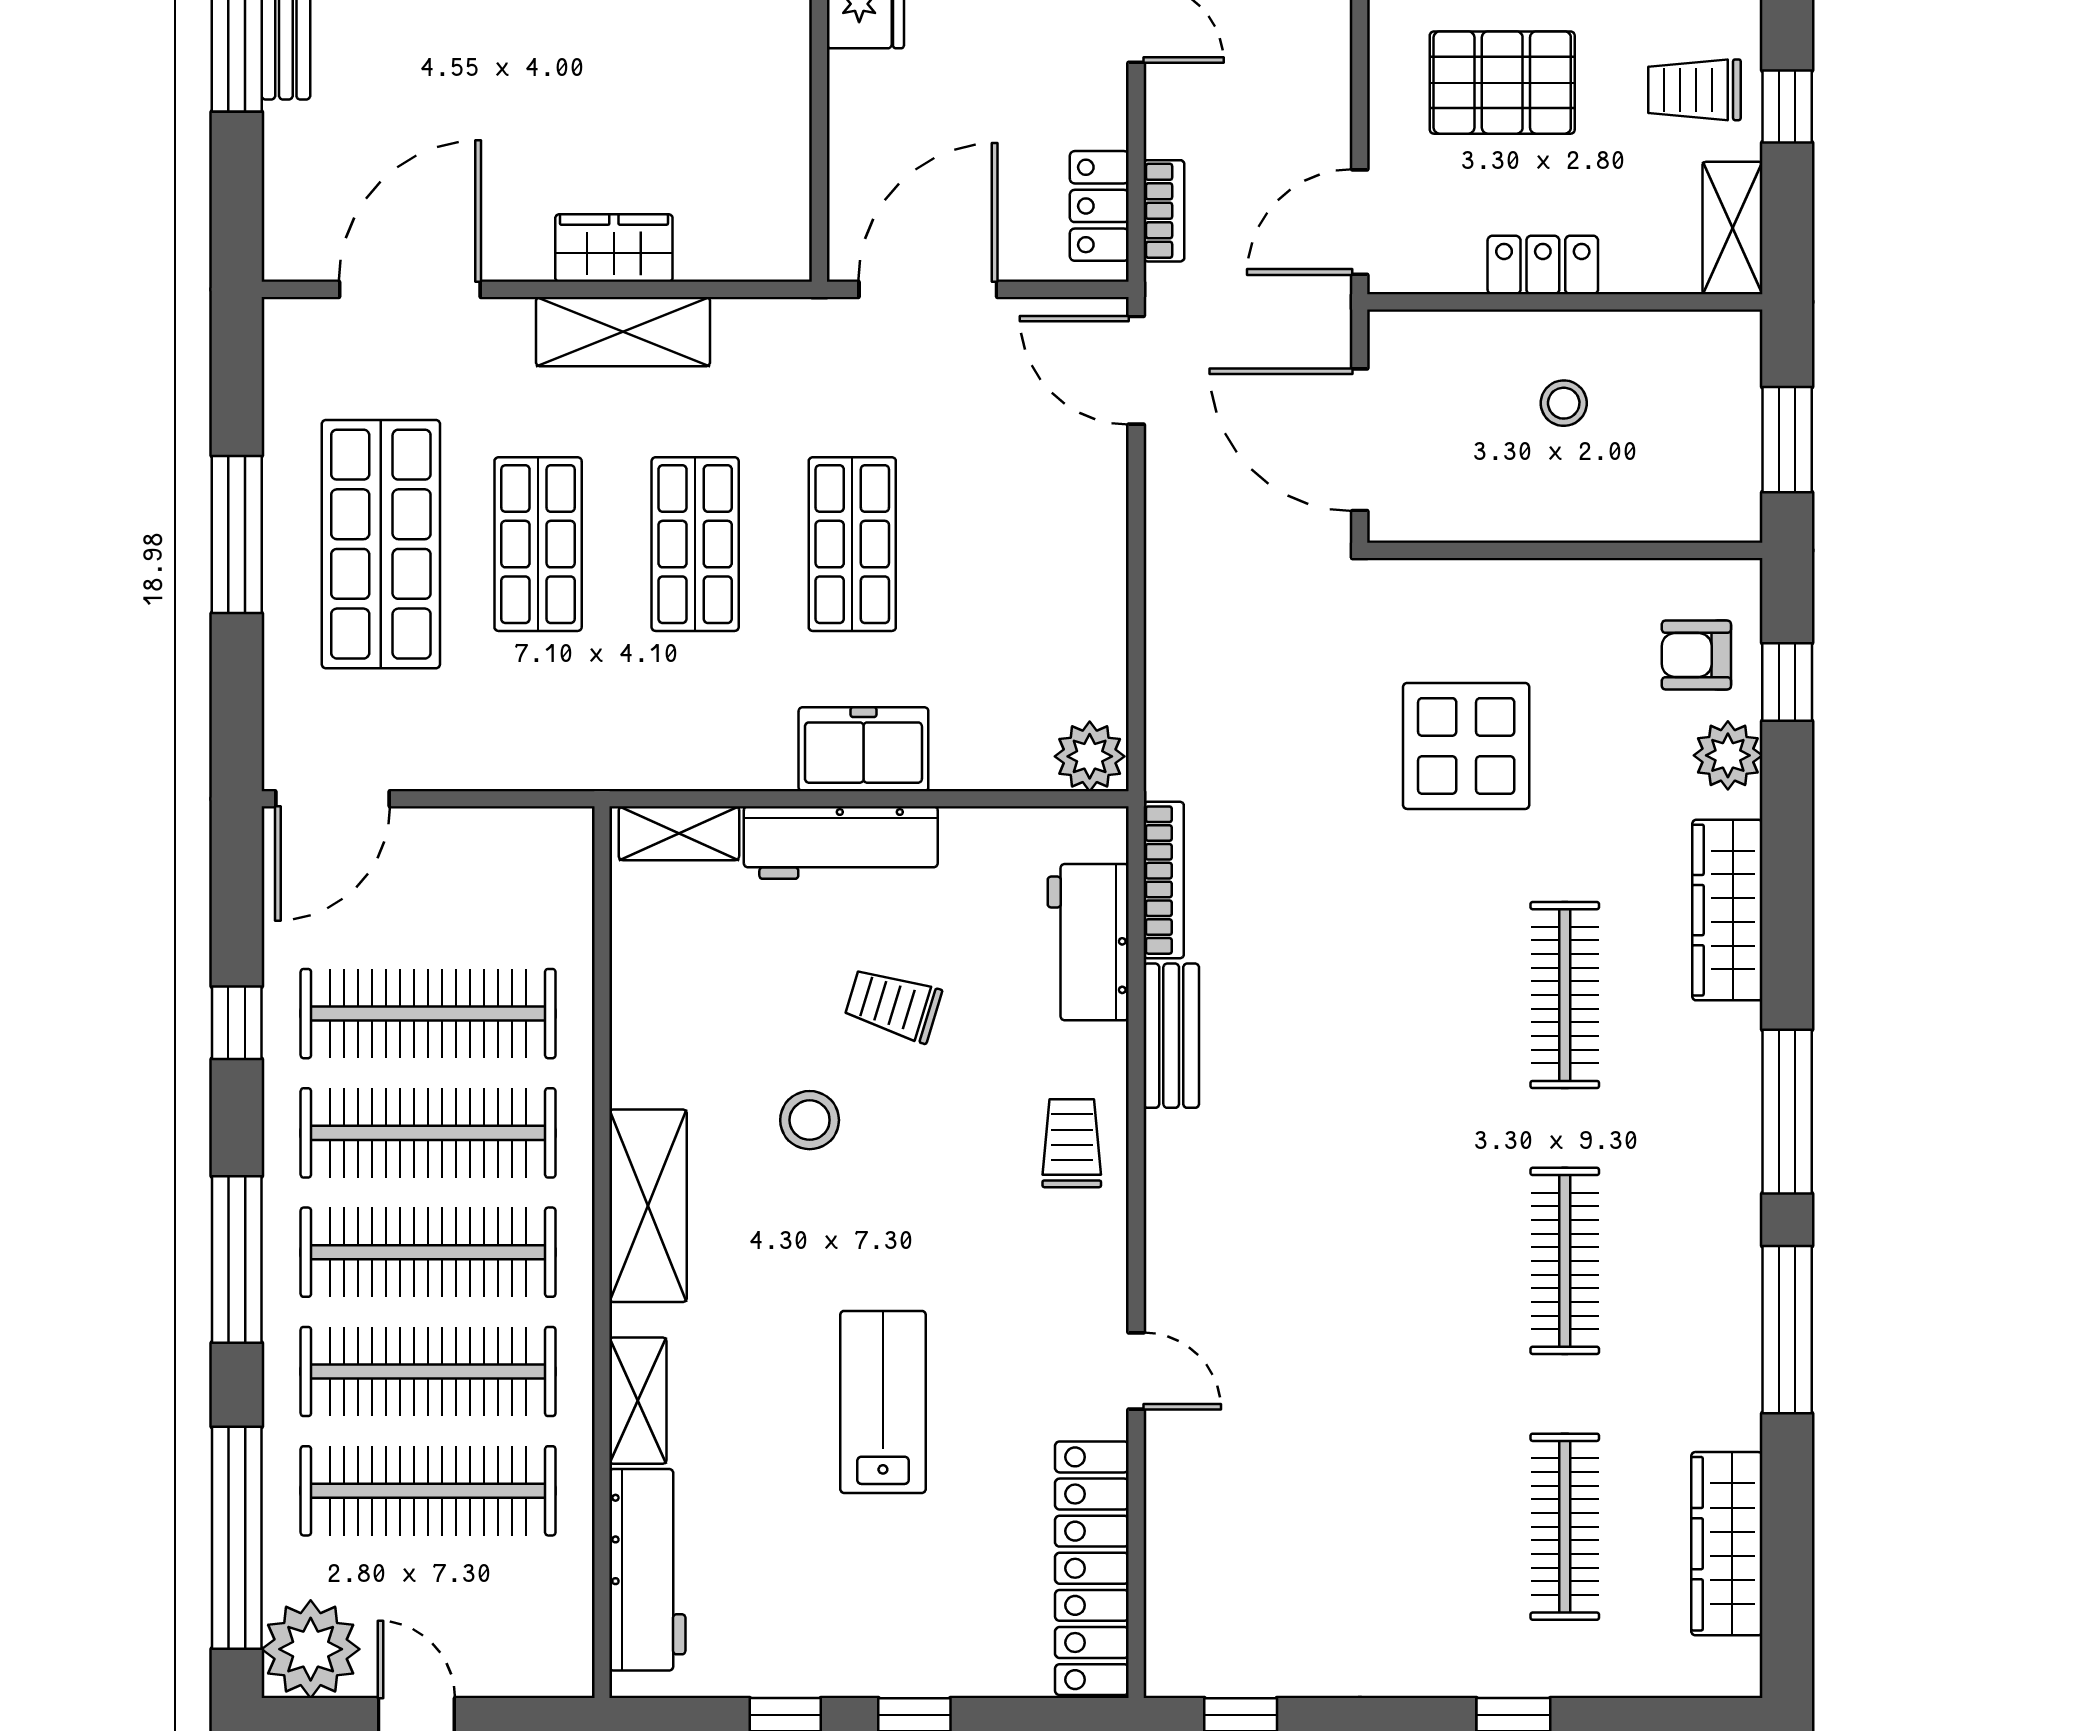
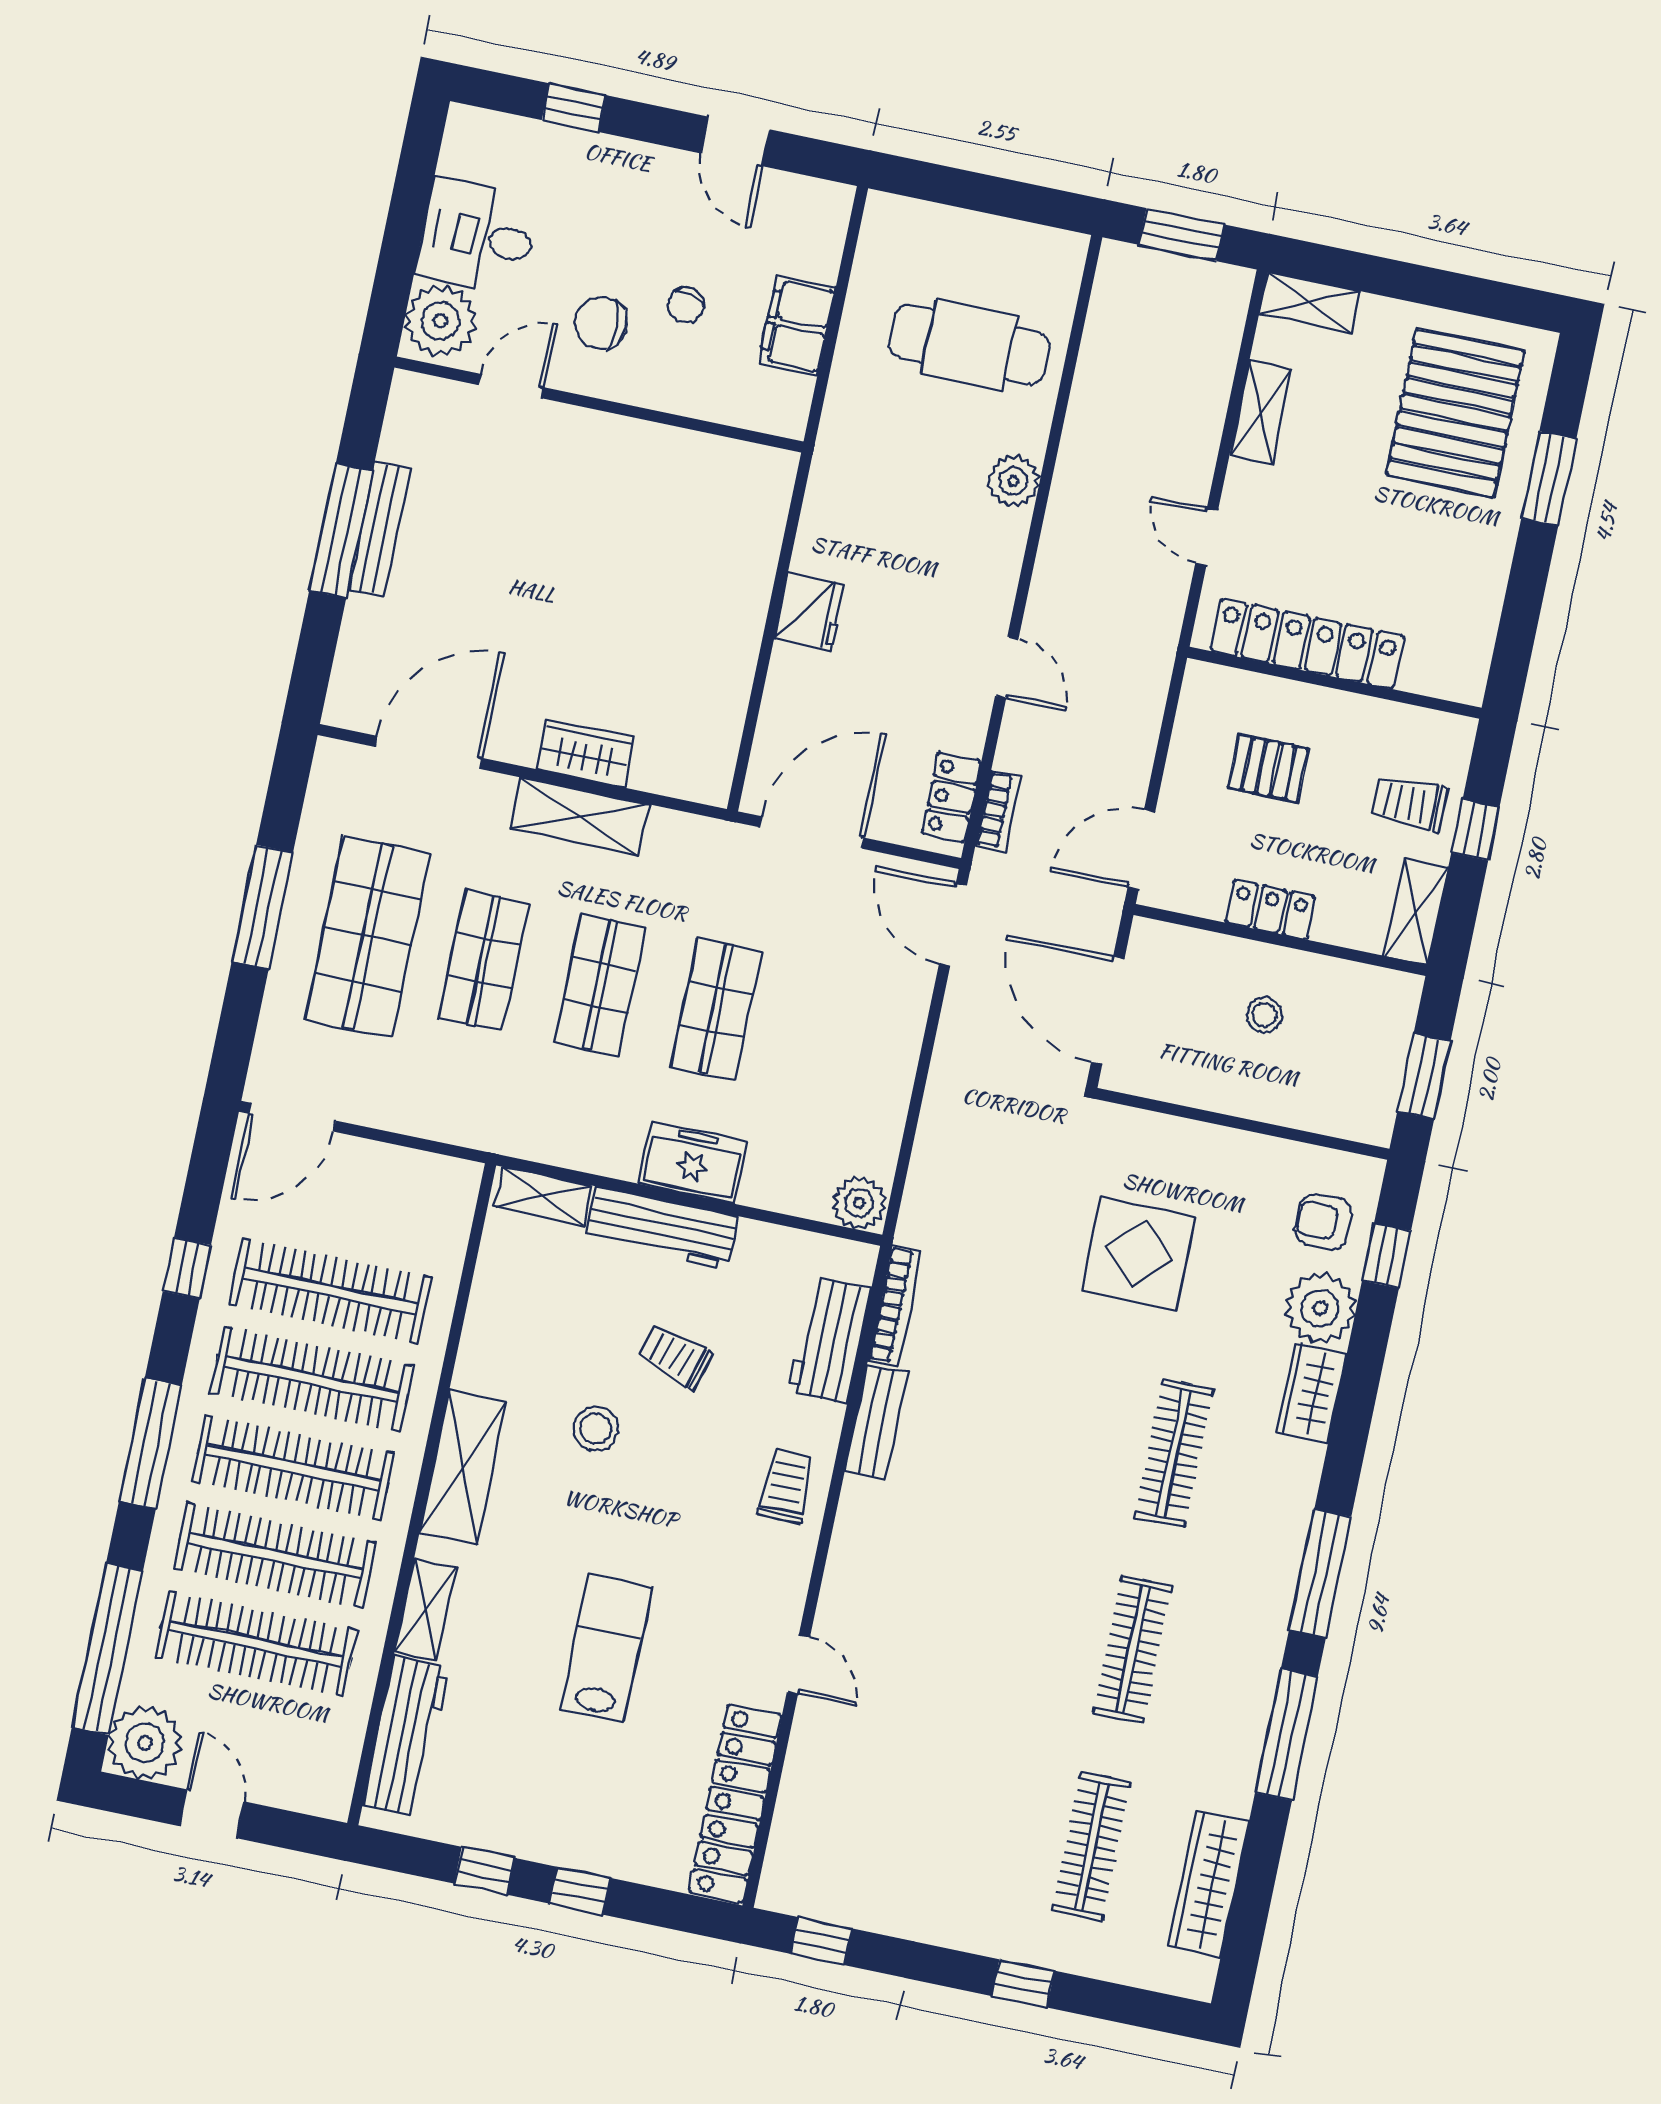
pallet: (1502, 83) -> (1268, 768), width x0.67, depth x0.71
plant: (1728, 755) -> (1320, 1308), width x1.36, depth x1.36
wardrobe: (1727, 910) -> (1312, 1393), width x0.67

